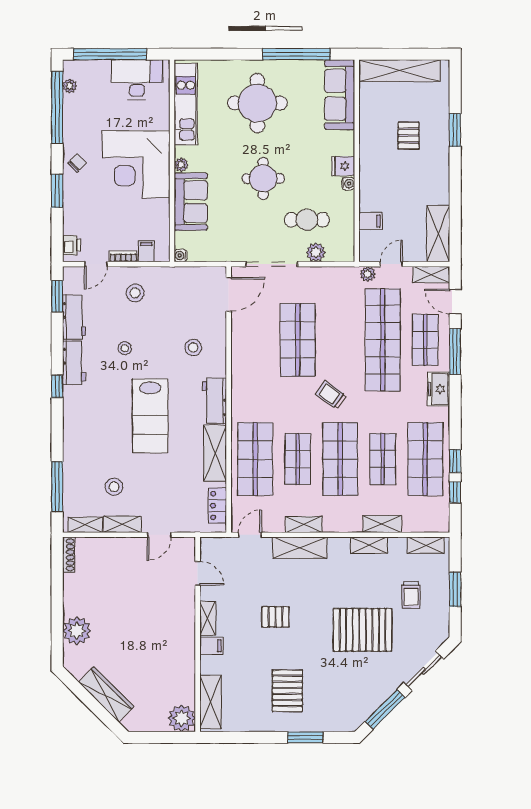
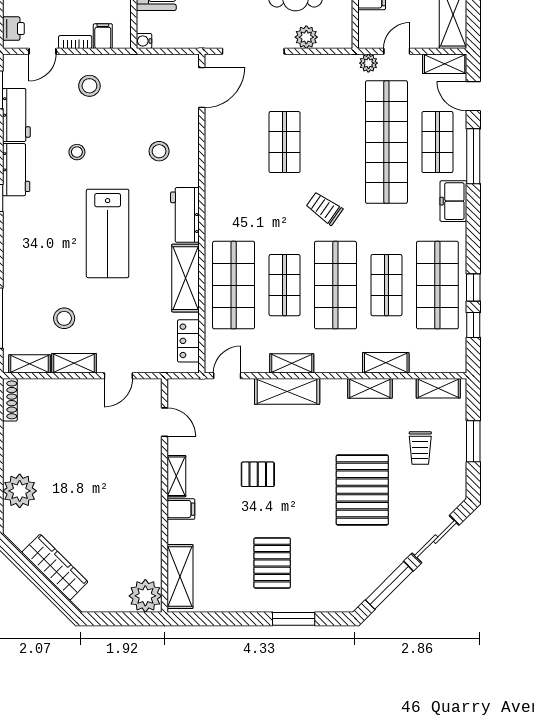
shop shelf: (298, 340) -> (285, 142), width x0.70, depth x0.74
pallet: (363, 630) -> (362, 490), turned 90

